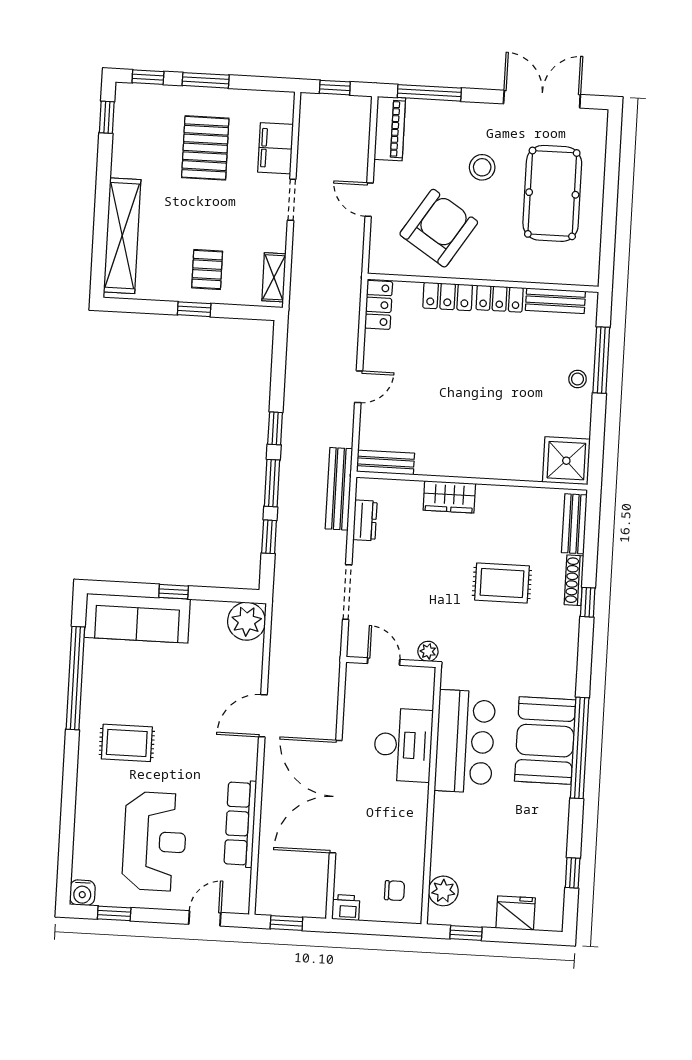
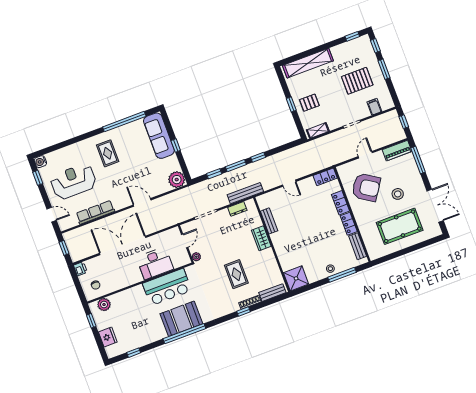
filing cabinet: (275, 148) -> (374, 107), width x0.50
bench: (385, 462) -> (269, 221), moved
reception desk: (155, 841) -> (73, 181), turned 180

